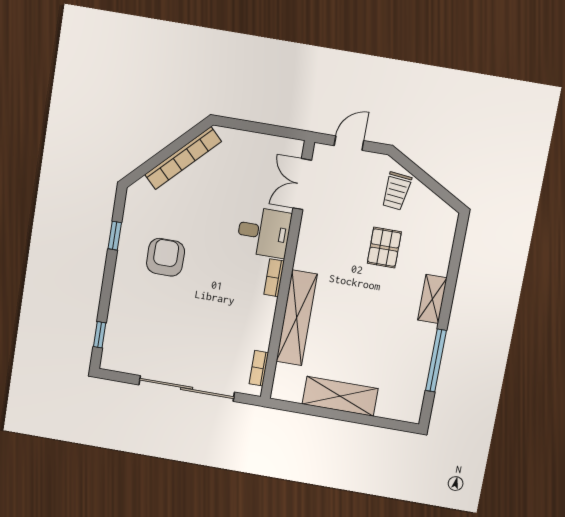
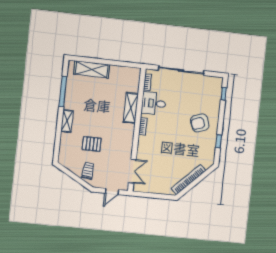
desk: (264, 232) -> (154, 103), moved
pallet: (384, 248) -> (92, 144), turned 90
armchair: (166, 257) -> (200, 123), moved, turned 70
shelving: (297, 318) -> (131, 108), width x0.68
shelving: (340, 396) -> (92, 69), moved

